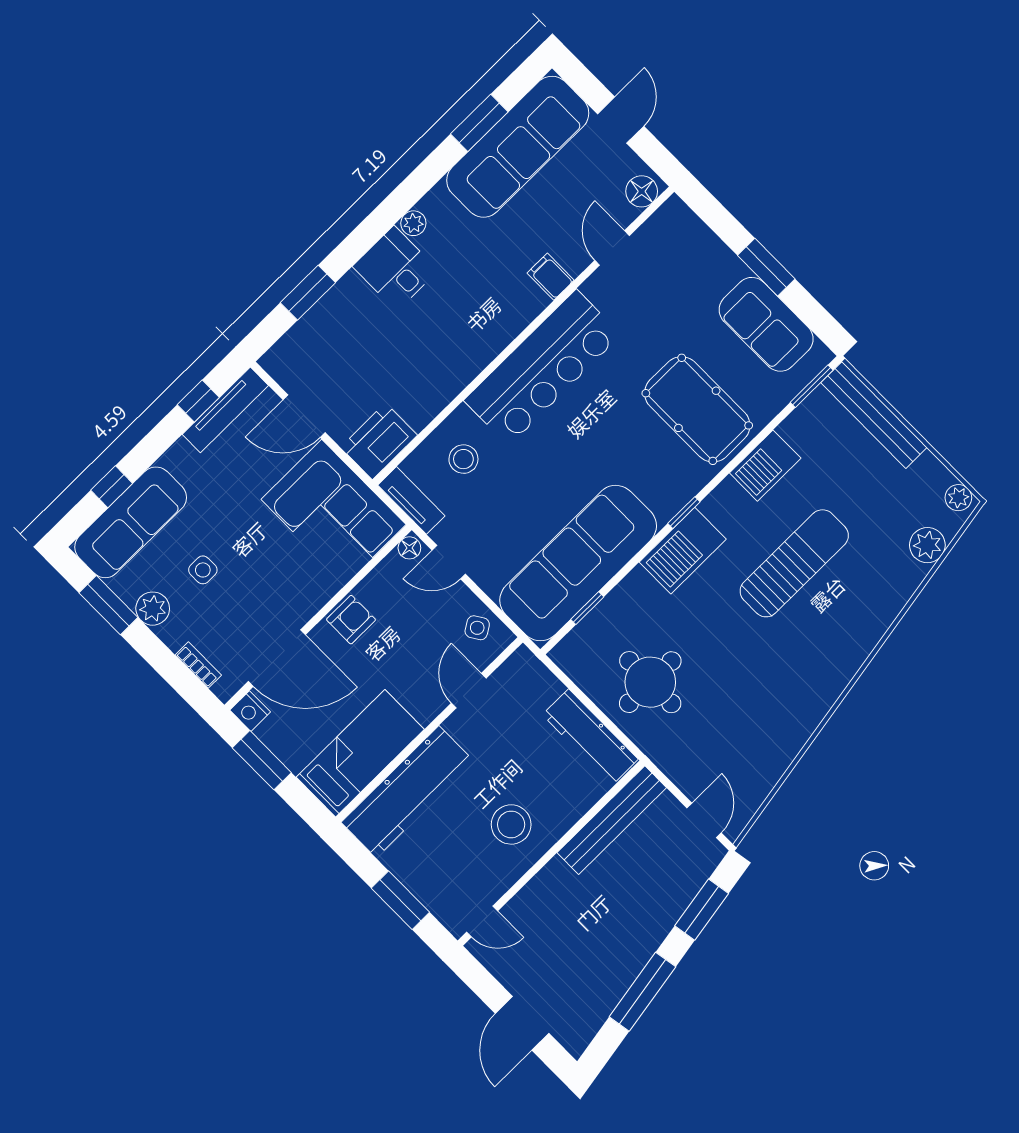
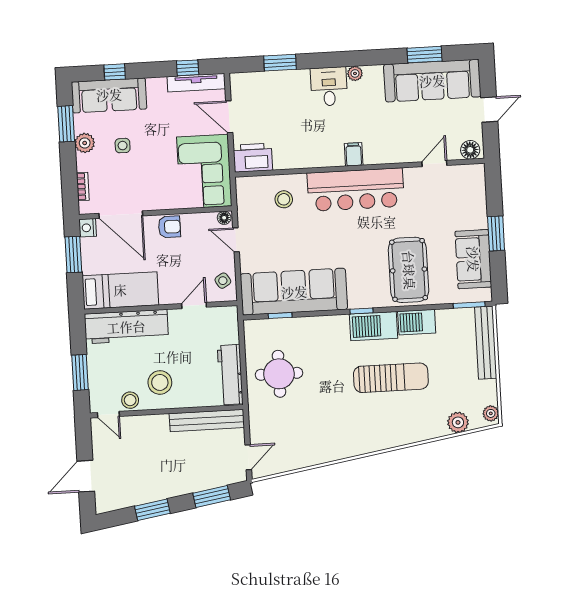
filing cabinet: (551, 277) -> (354, 154), moved
tv unit: (411, 500) -> (244, 197), removed
barbecue: (683, 551) -> (374, 326), moved
stool: (493, 879) -> (130, 400), added
window: (642, 992) -> (152, 510), width x0.69

